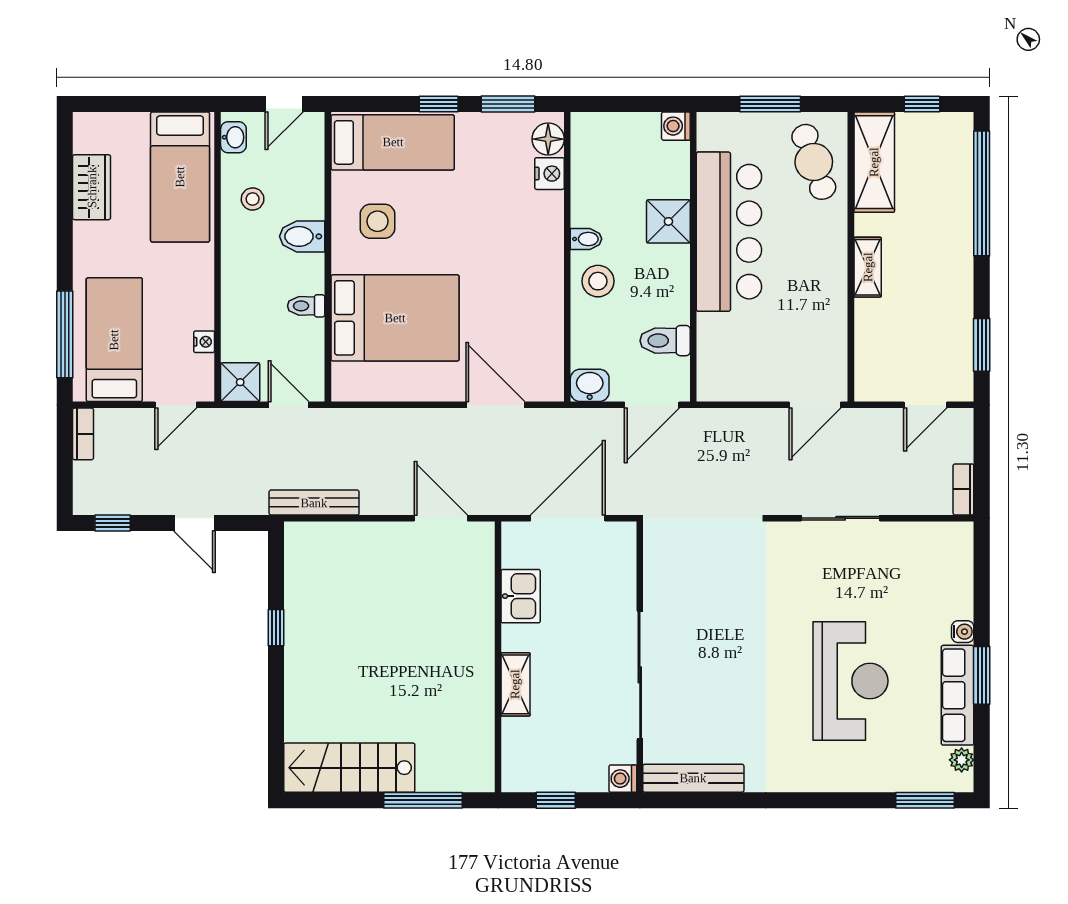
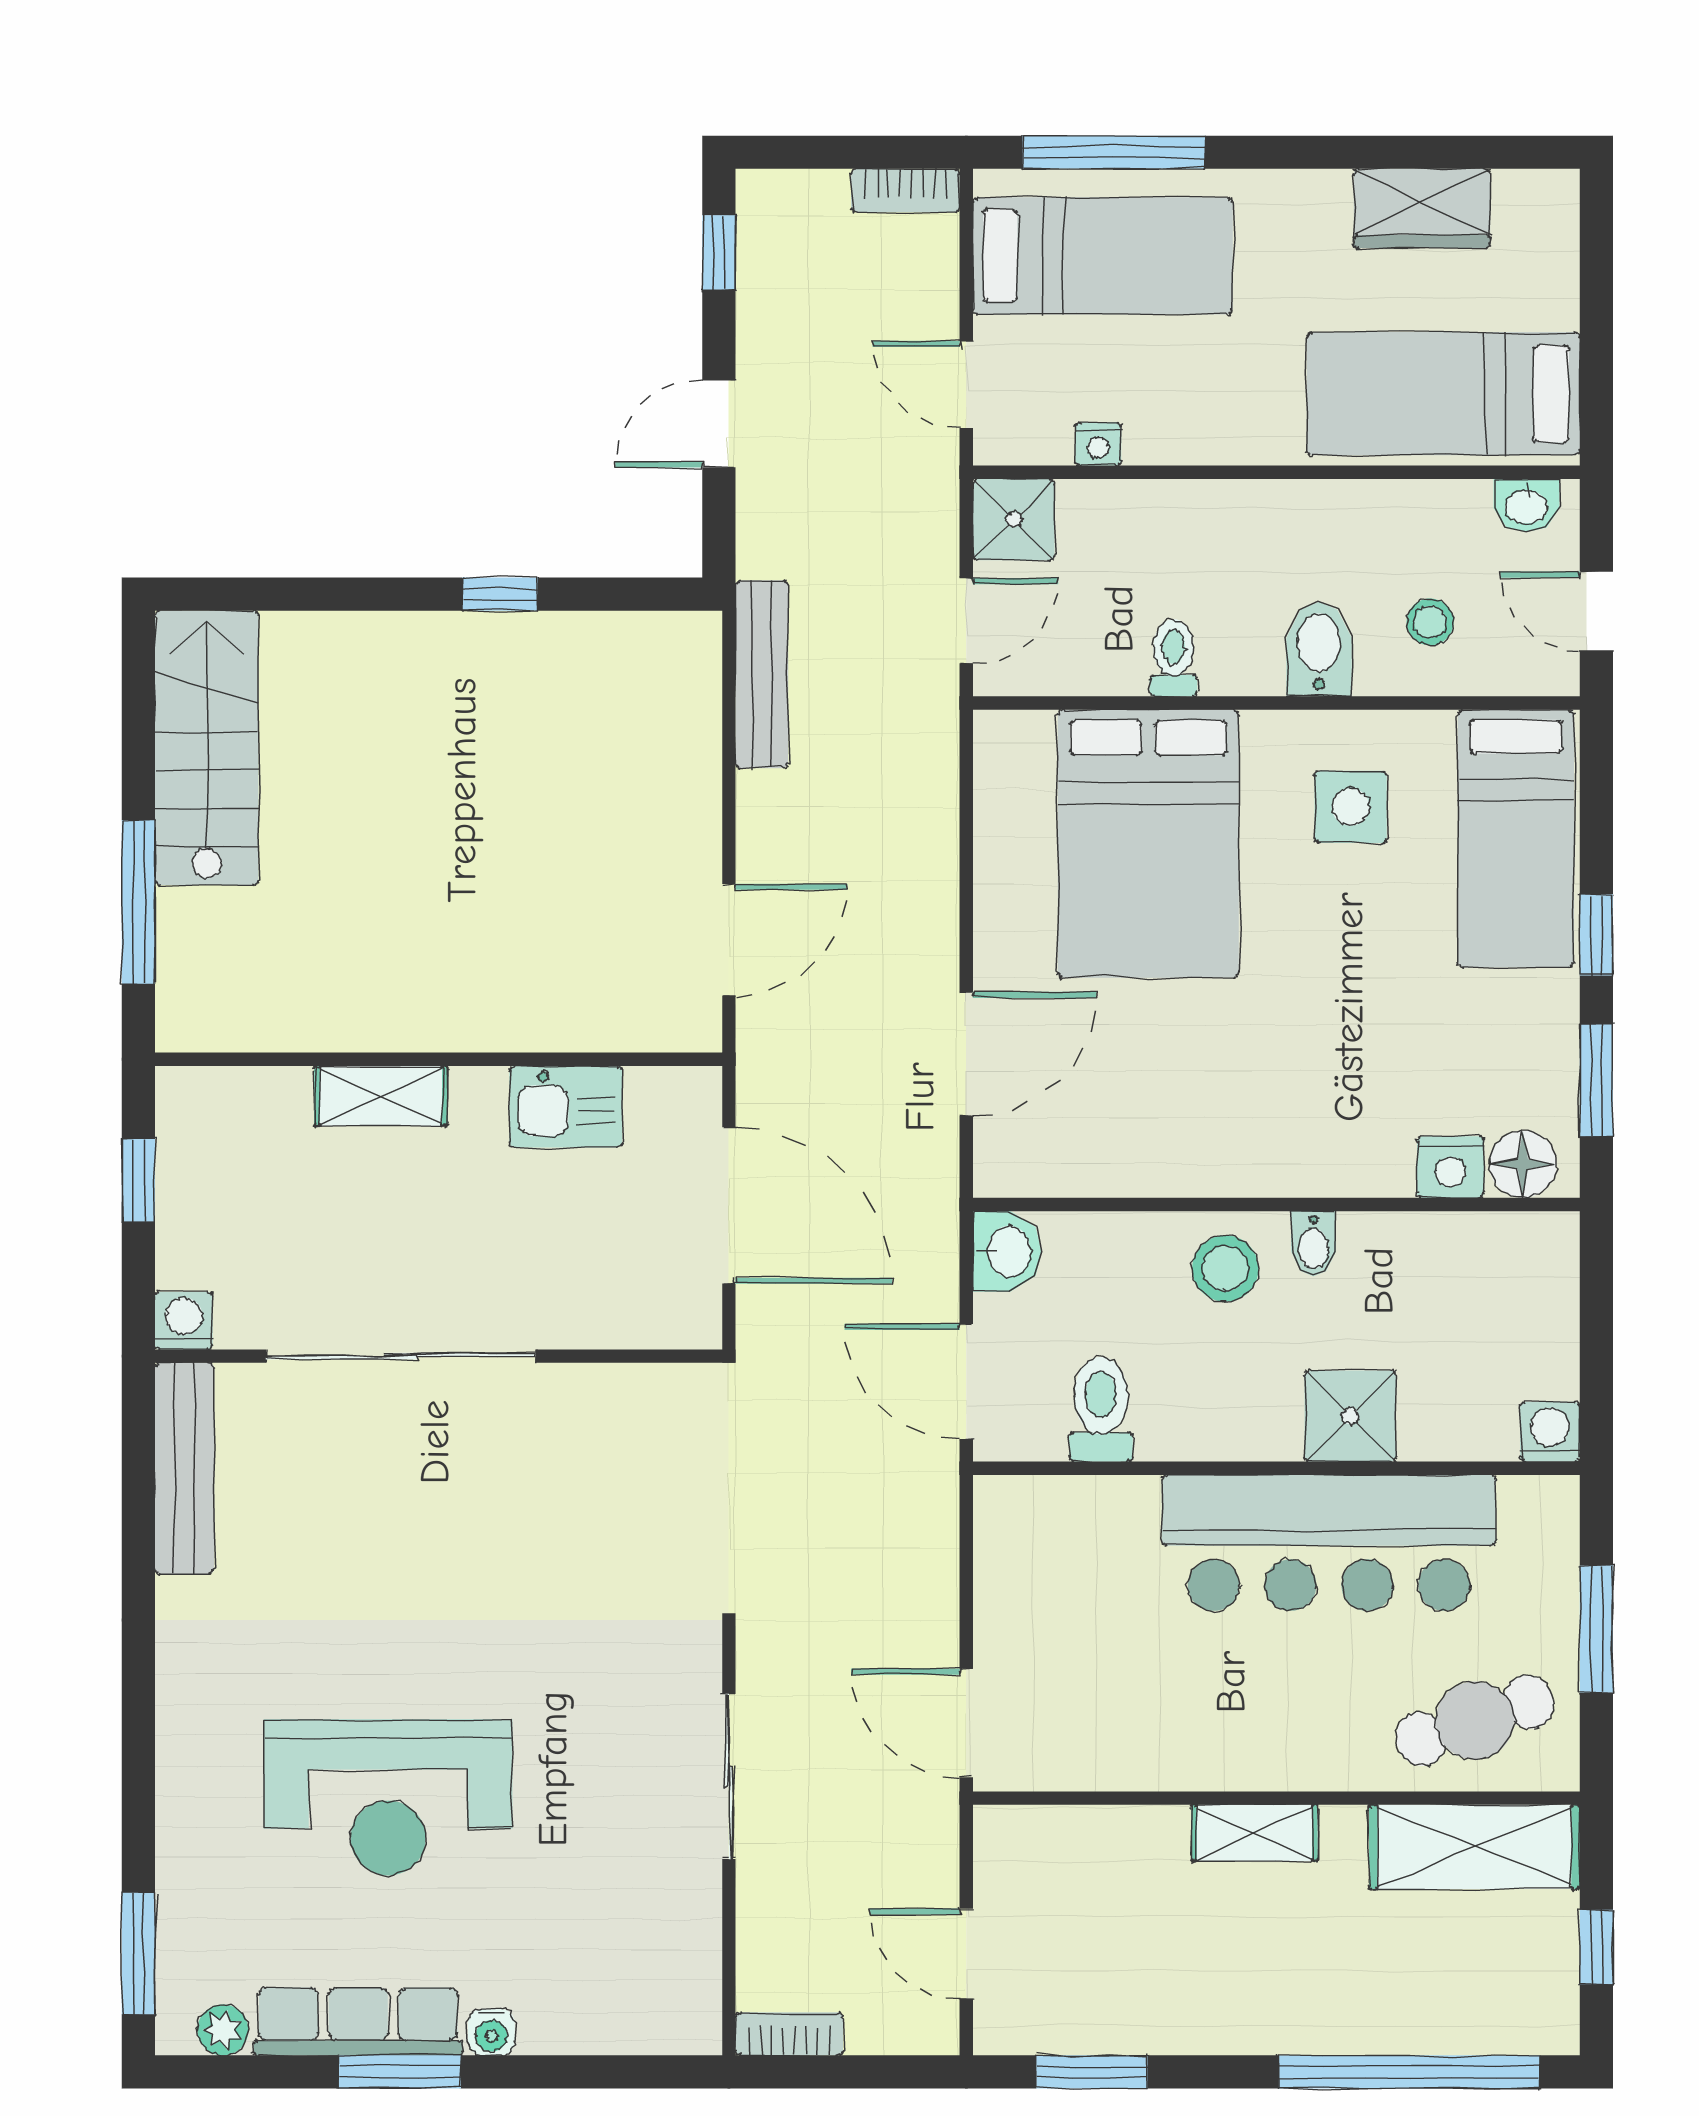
stool: (253, 199) -> (1430, 622), moved

